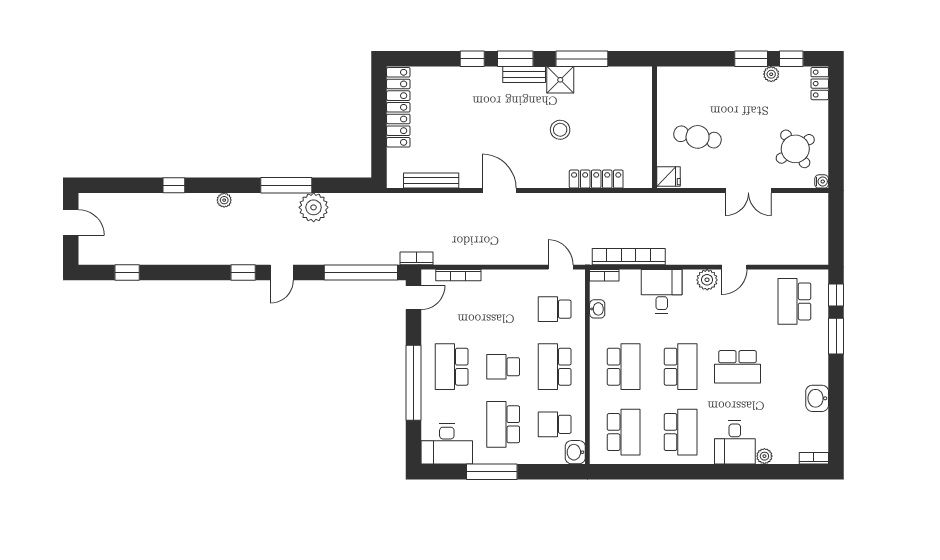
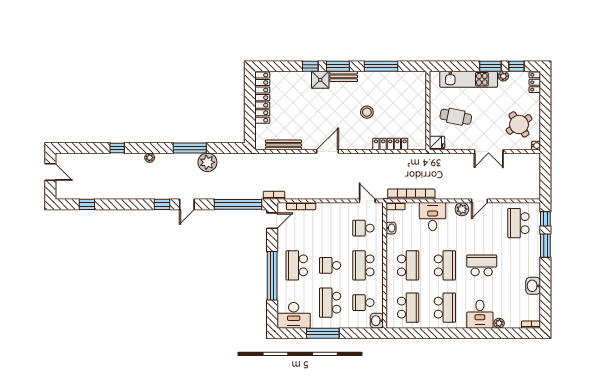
kitchen unit: (717, 79) -> (469, 79), added
shower: (560, 80) -> (320, 80), moved
door: (499, 191) -> (327, 151), hinge flipped
school desk: (737, 367) -> (482, 265), turned 180

